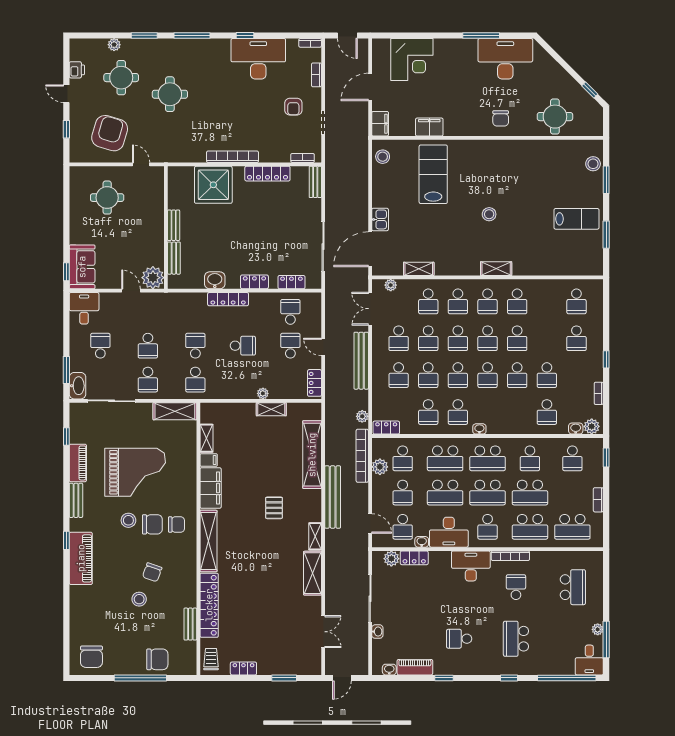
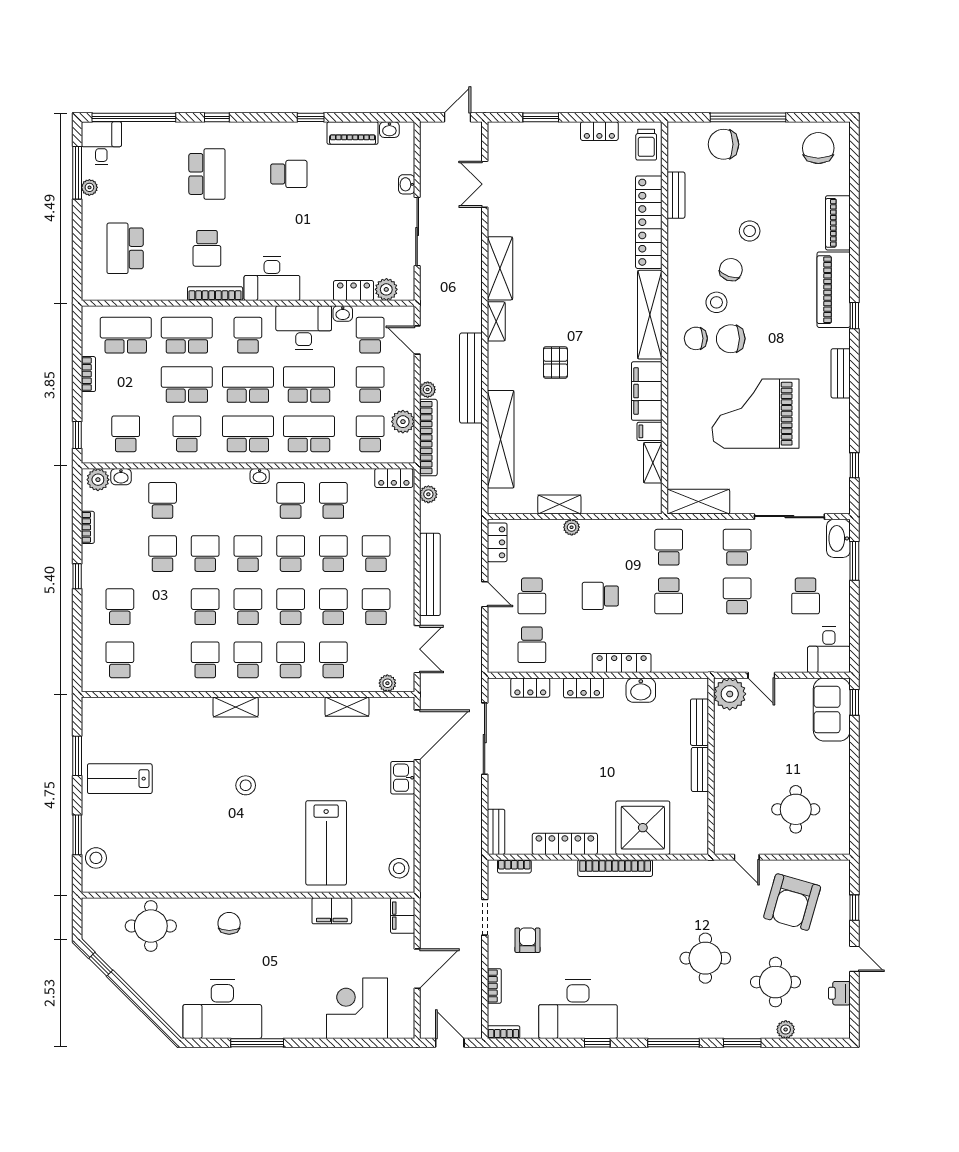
piano: (78, 463) -> (838, 223), moved
plant: (363, 489) -> (428, 390), added
stool: (128, 520) -> (716, 302), moved

